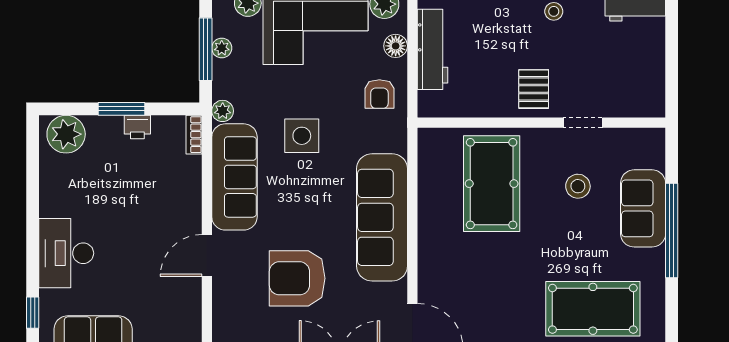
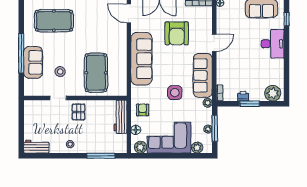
workbench: (432, 49) -> (121, 117), moved
armchair: (297, 278) -> (177, 33), turned 90

